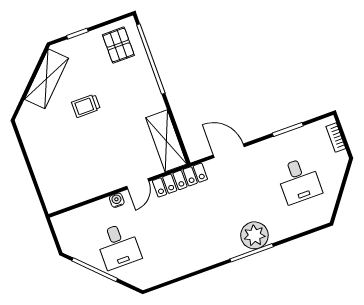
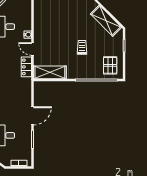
pallet: (118, 45) -> (110, 65), turned 90
trolley: (86, 106) -> (82, 47), moved
door: (229, 151) -> (32, 116), moved
locker: (180, 180) -> (26, 67), width x0.66

